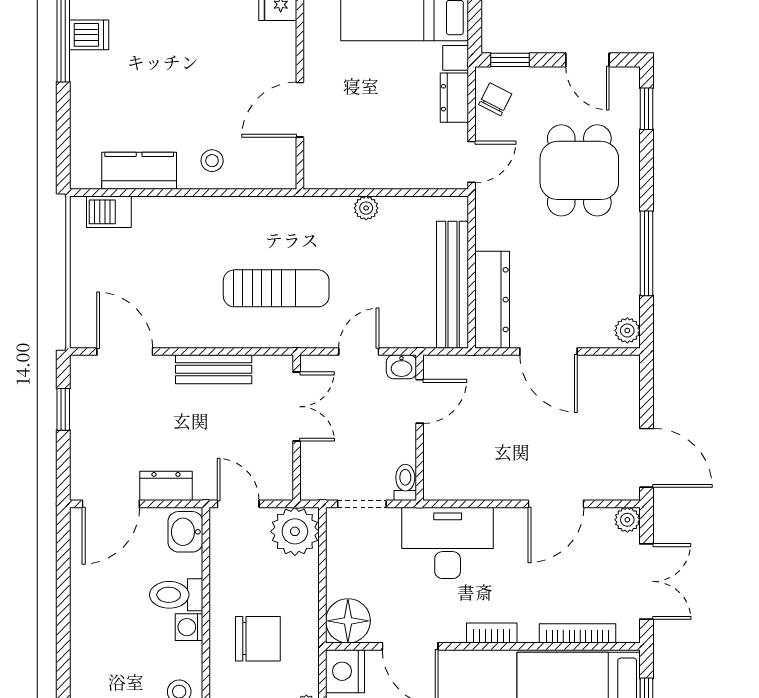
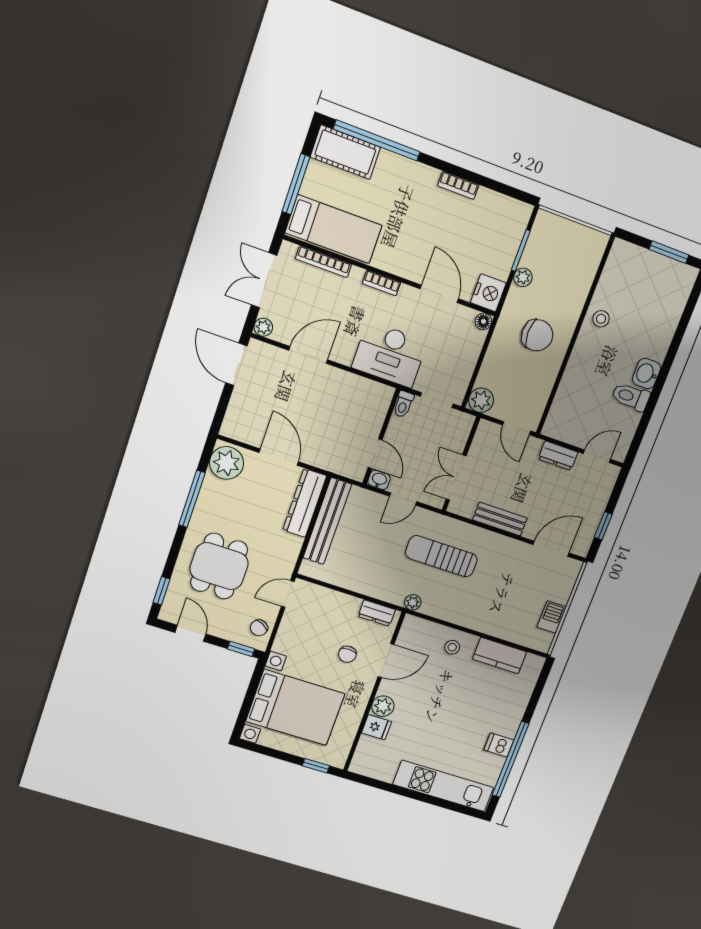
plant: (280, 40) -> (383, 706), added
dresser: (454, 98) -> (377, 613), moved, turned 90
chair: (358, 101) -> (347, 654), added
plant: (366, 208) -> (413, 602), moved
barbecue: (109, 212) -> (552, 617), moved, turned -90
plant: (627, 330) -> (226, 463), width x1.88, depth x1.88
door: (125, 351) -> (551, 549), swing flipped
door: (420, 401) -> (375, 454), swing flipped
door: (111, 504) -> (597, 456), width x0.73
plant: (295, 531) -> (481, 400), width x0.73, depth x0.73
washbasin: (185, 532) -> (646, 374), moved, turned 180
toilet: (176, 595) -> (631, 397), moved, turned 180
floor lamp: (348, 621) -> (483, 321), width x0.53, depth x0.53
washing machine: (189, 627) -> (578, 359), removed
chair: (258, 639) -> (537, 335), turned 180

